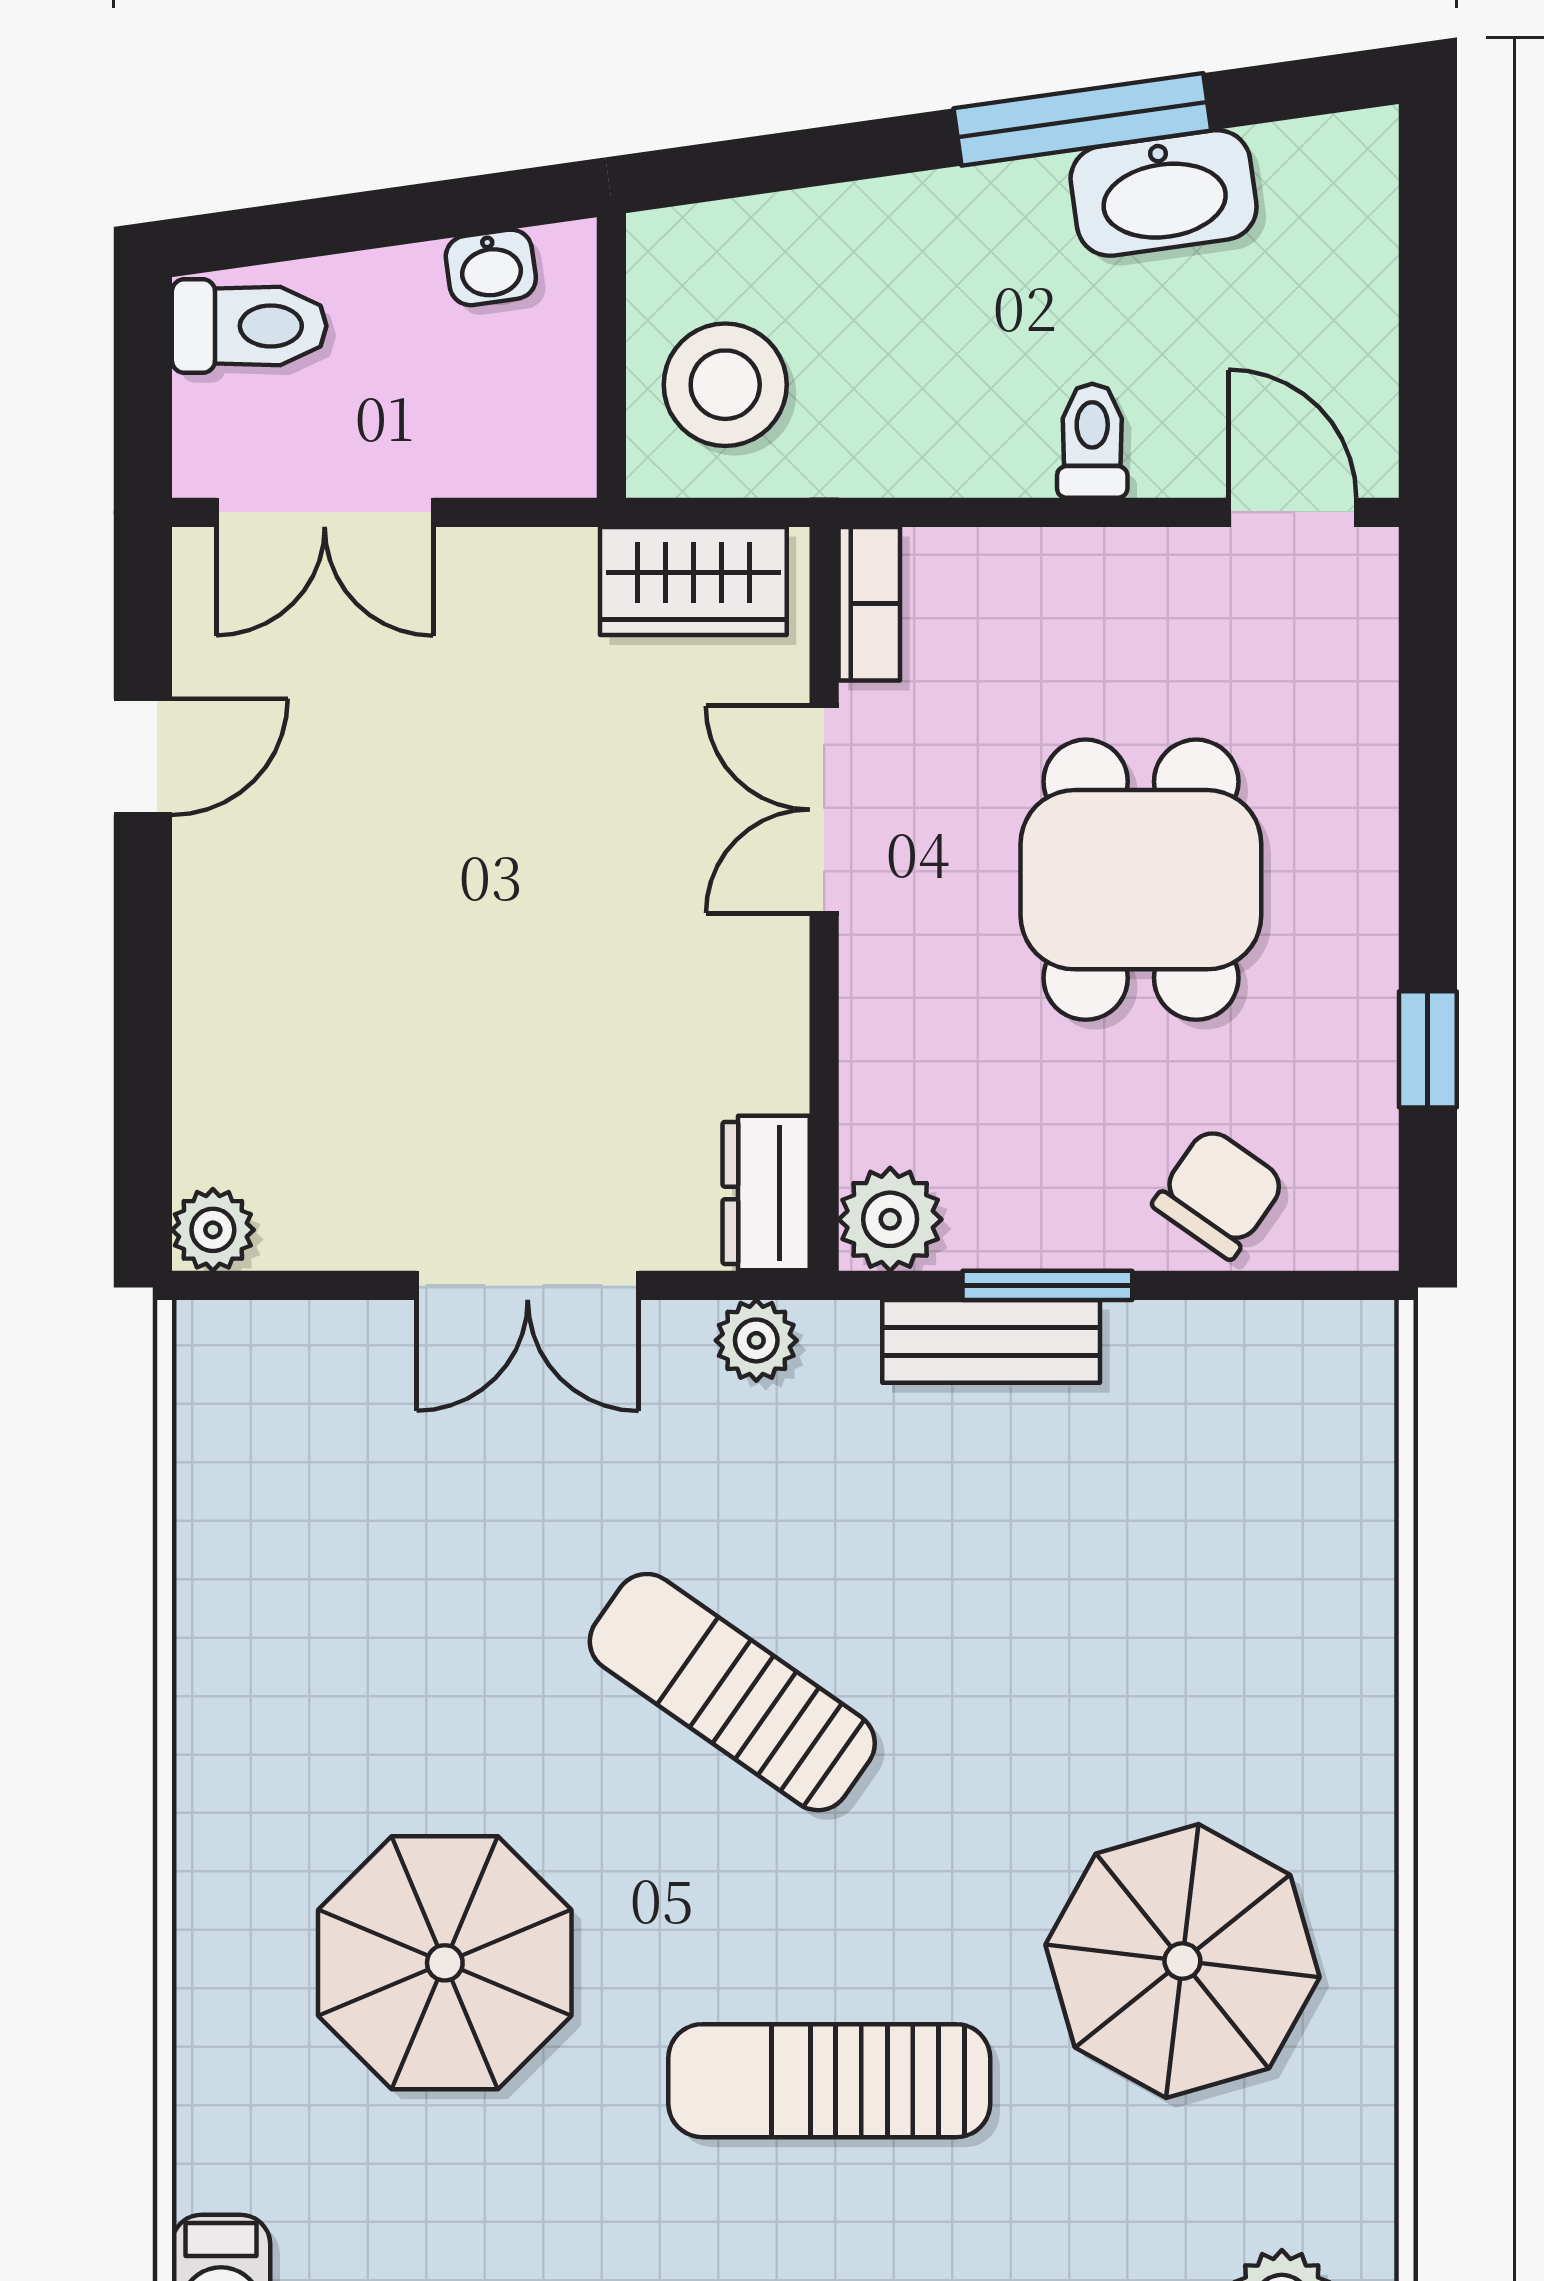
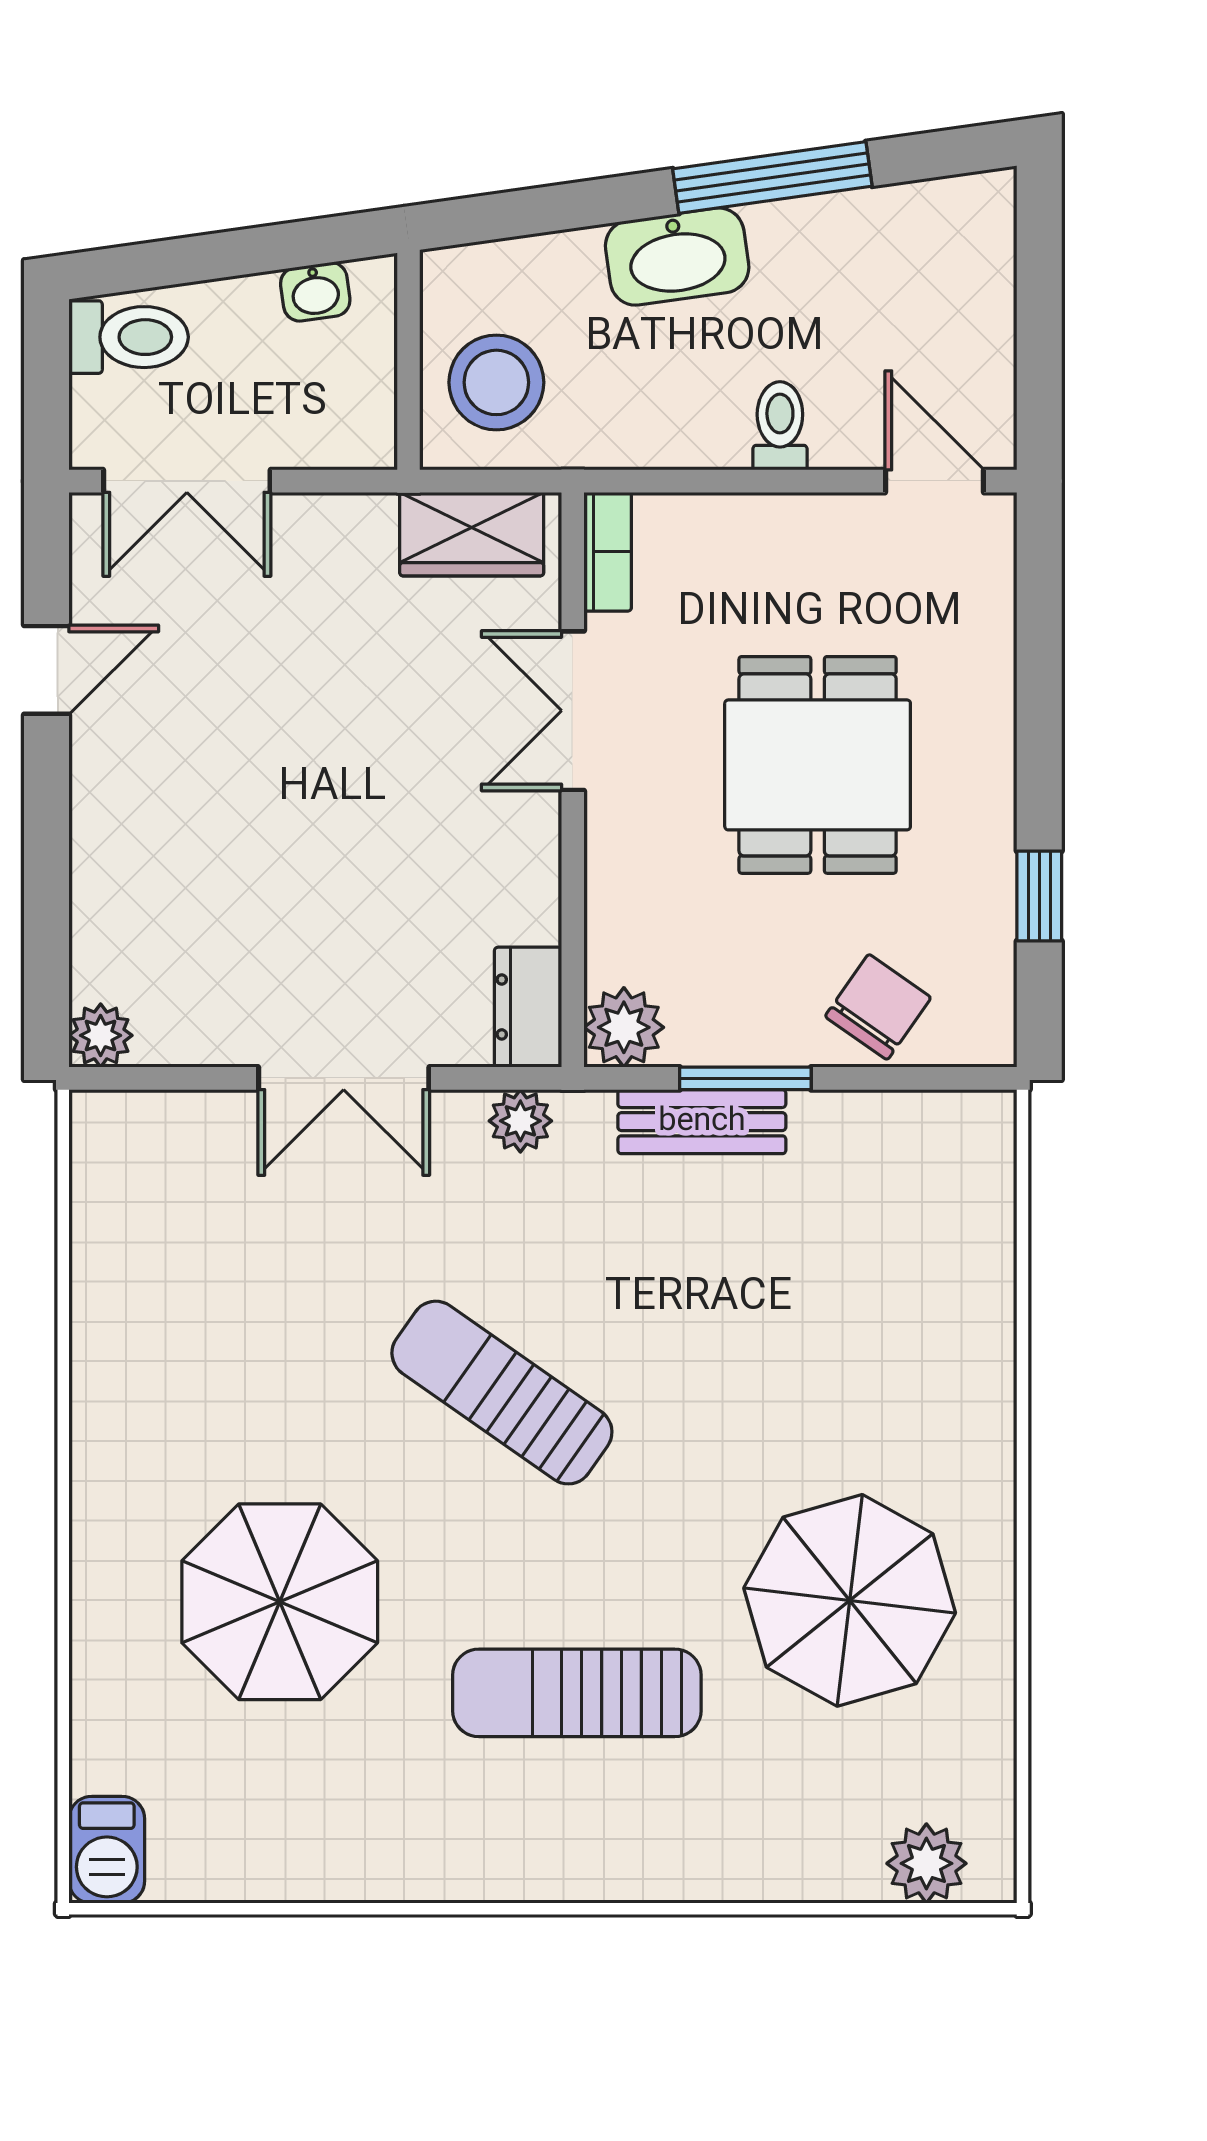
washbasin: (1164, 193) -> (677, 257), moved

